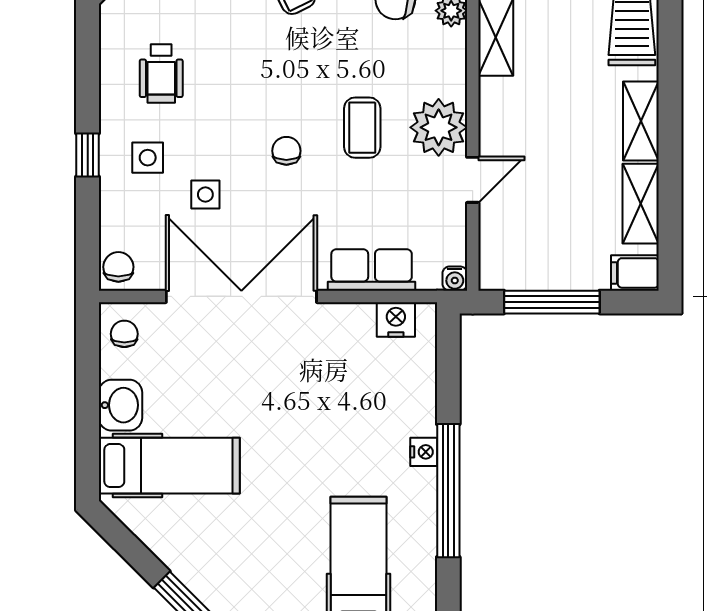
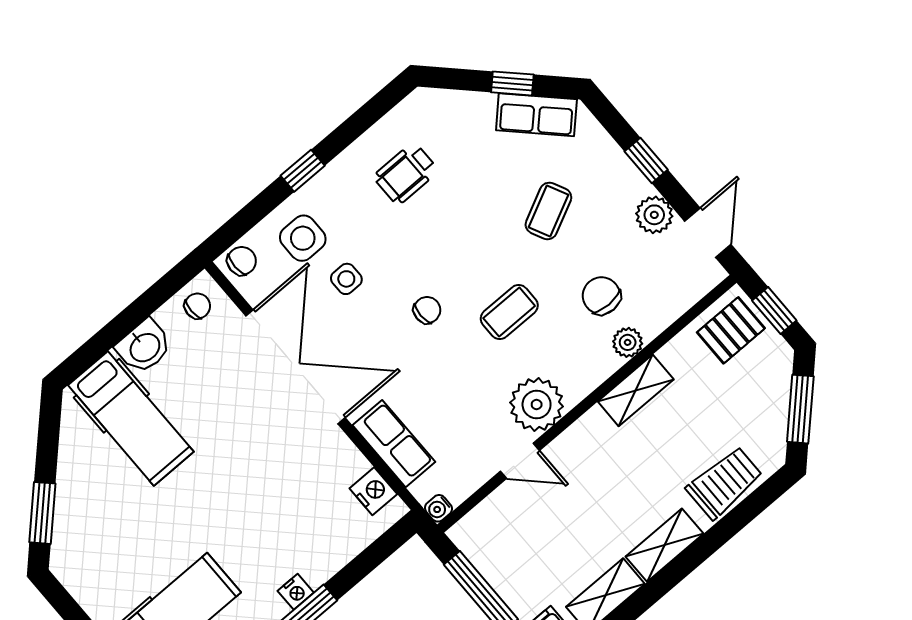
coffee table: (362, 128) -> (509, 312), moved
side table: (148, 158) -> (303, 238), moved, width x1.37, depth x1.37

